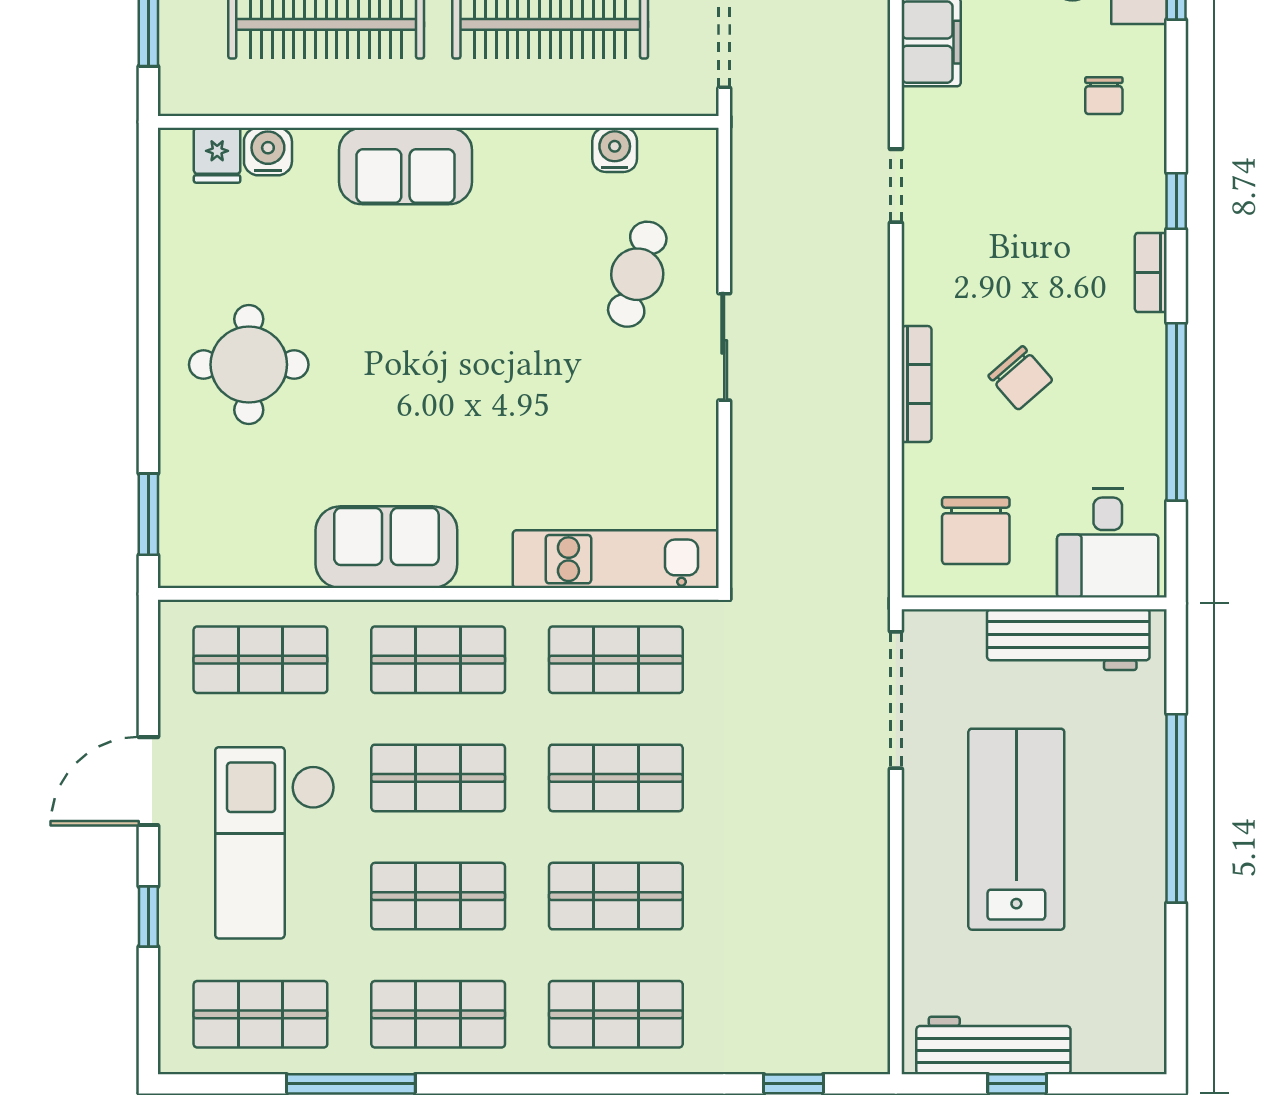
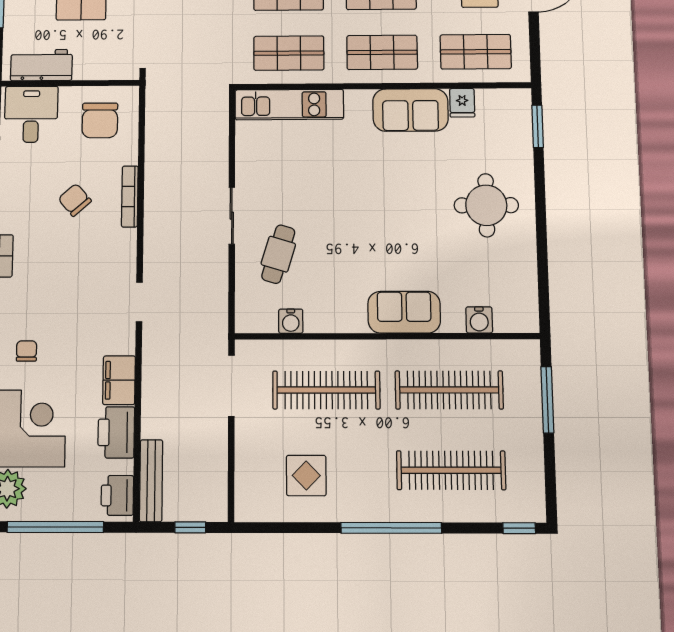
fridge: (217, 155) -> (462, 103), moved, turned 180
chair: (976, 531) -> (100, 120), turned 180
workbench: (1068, 640) -> (41, 65), width x0.73

